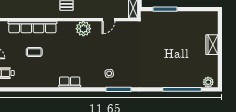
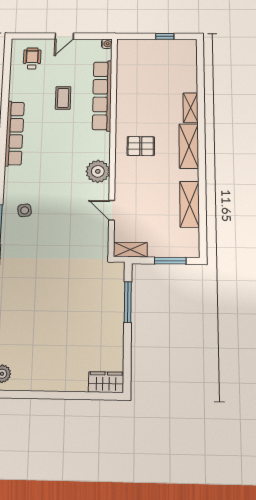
wardrobe: (212, 45) -> (106, 382), moved
row of seats: (70, 82) -> (14, 133), width x2.02

